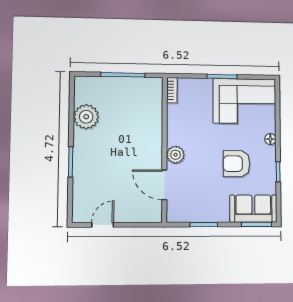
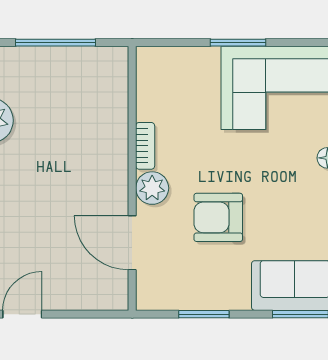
bookcase: (172, 90) -> (145, 146), moved
armchair: (236, 164) -> (218, 217), moved

